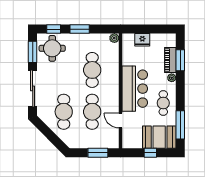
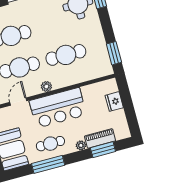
window: (80, 29) -> (114, 53), moved
plant: (114, 38) -> (46, 87), moved
window: (180, 125) -> (48, 164), moved

